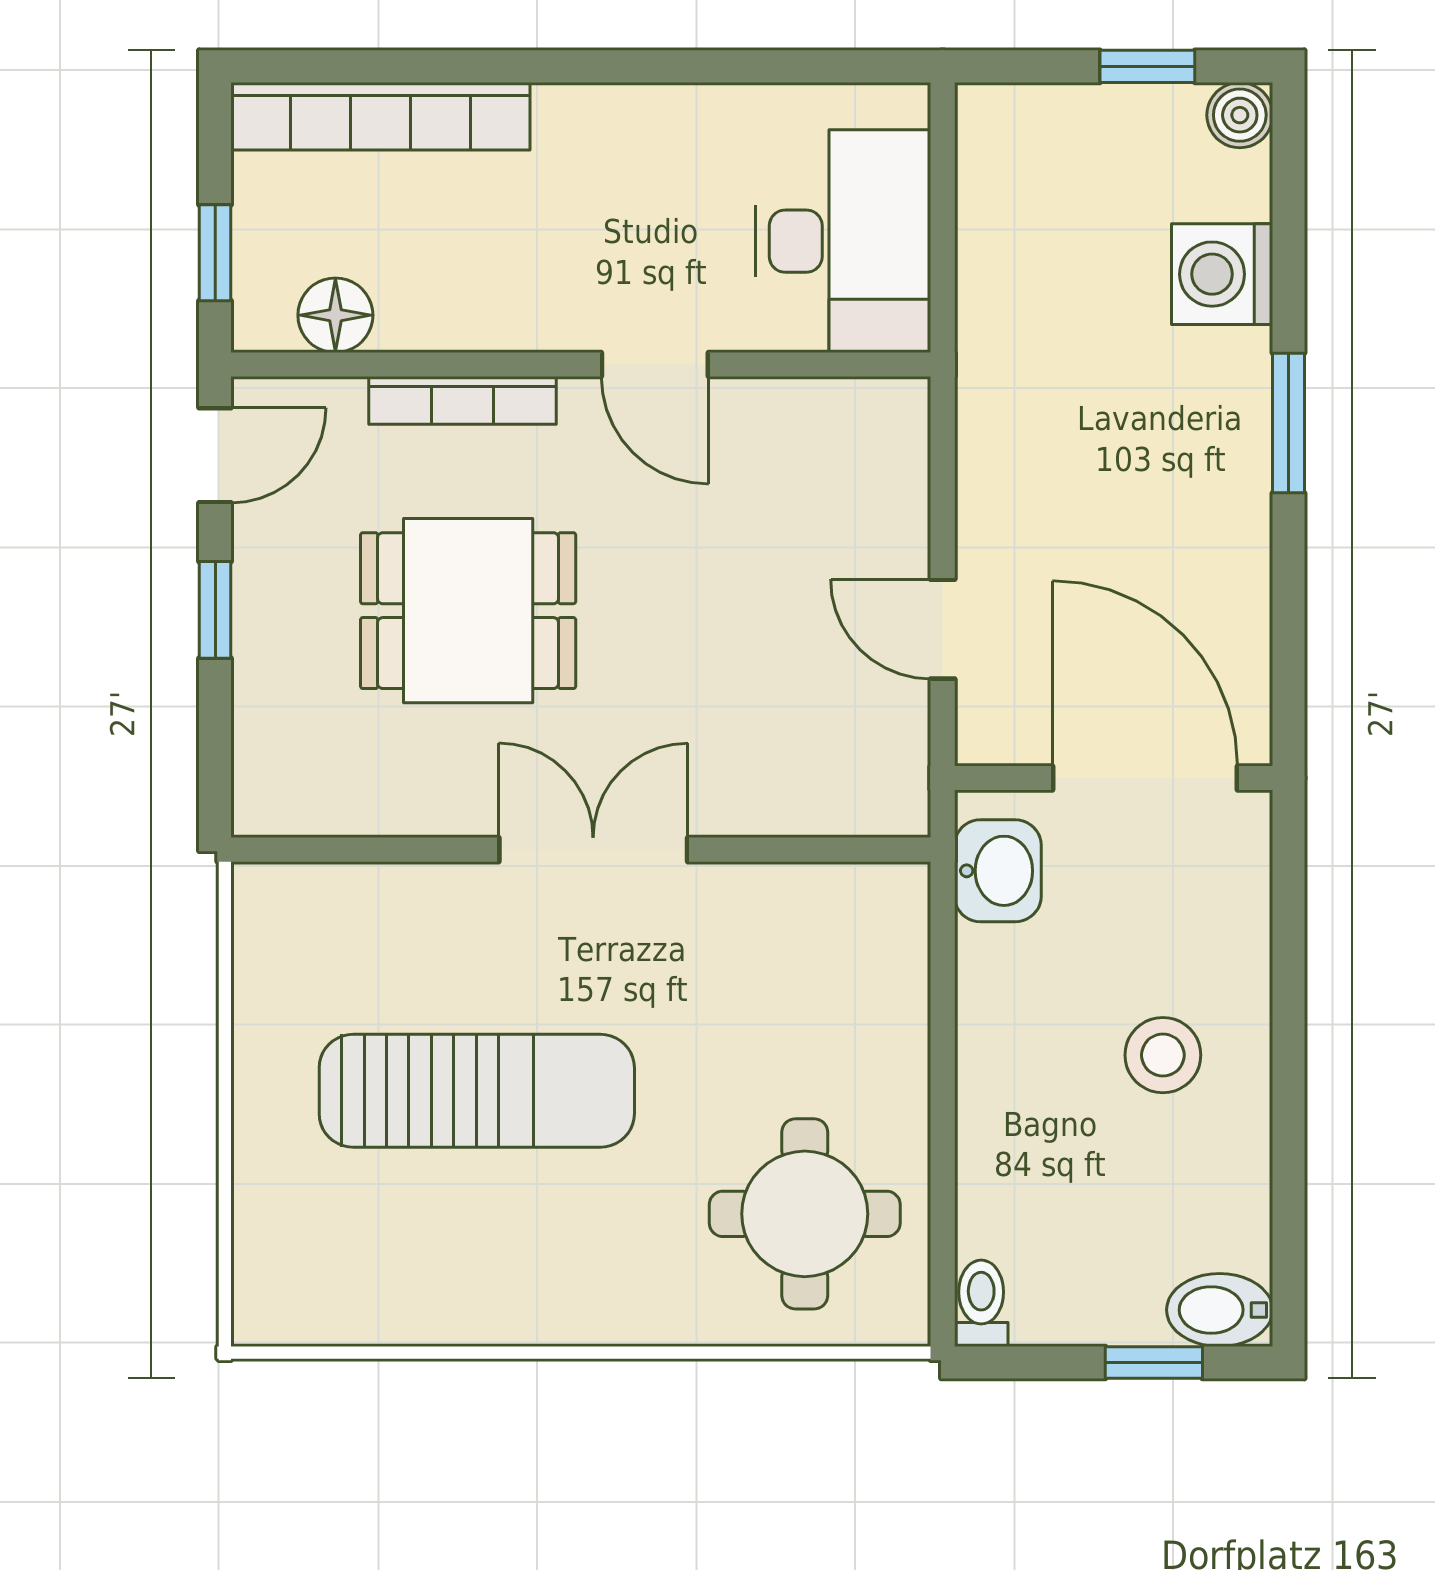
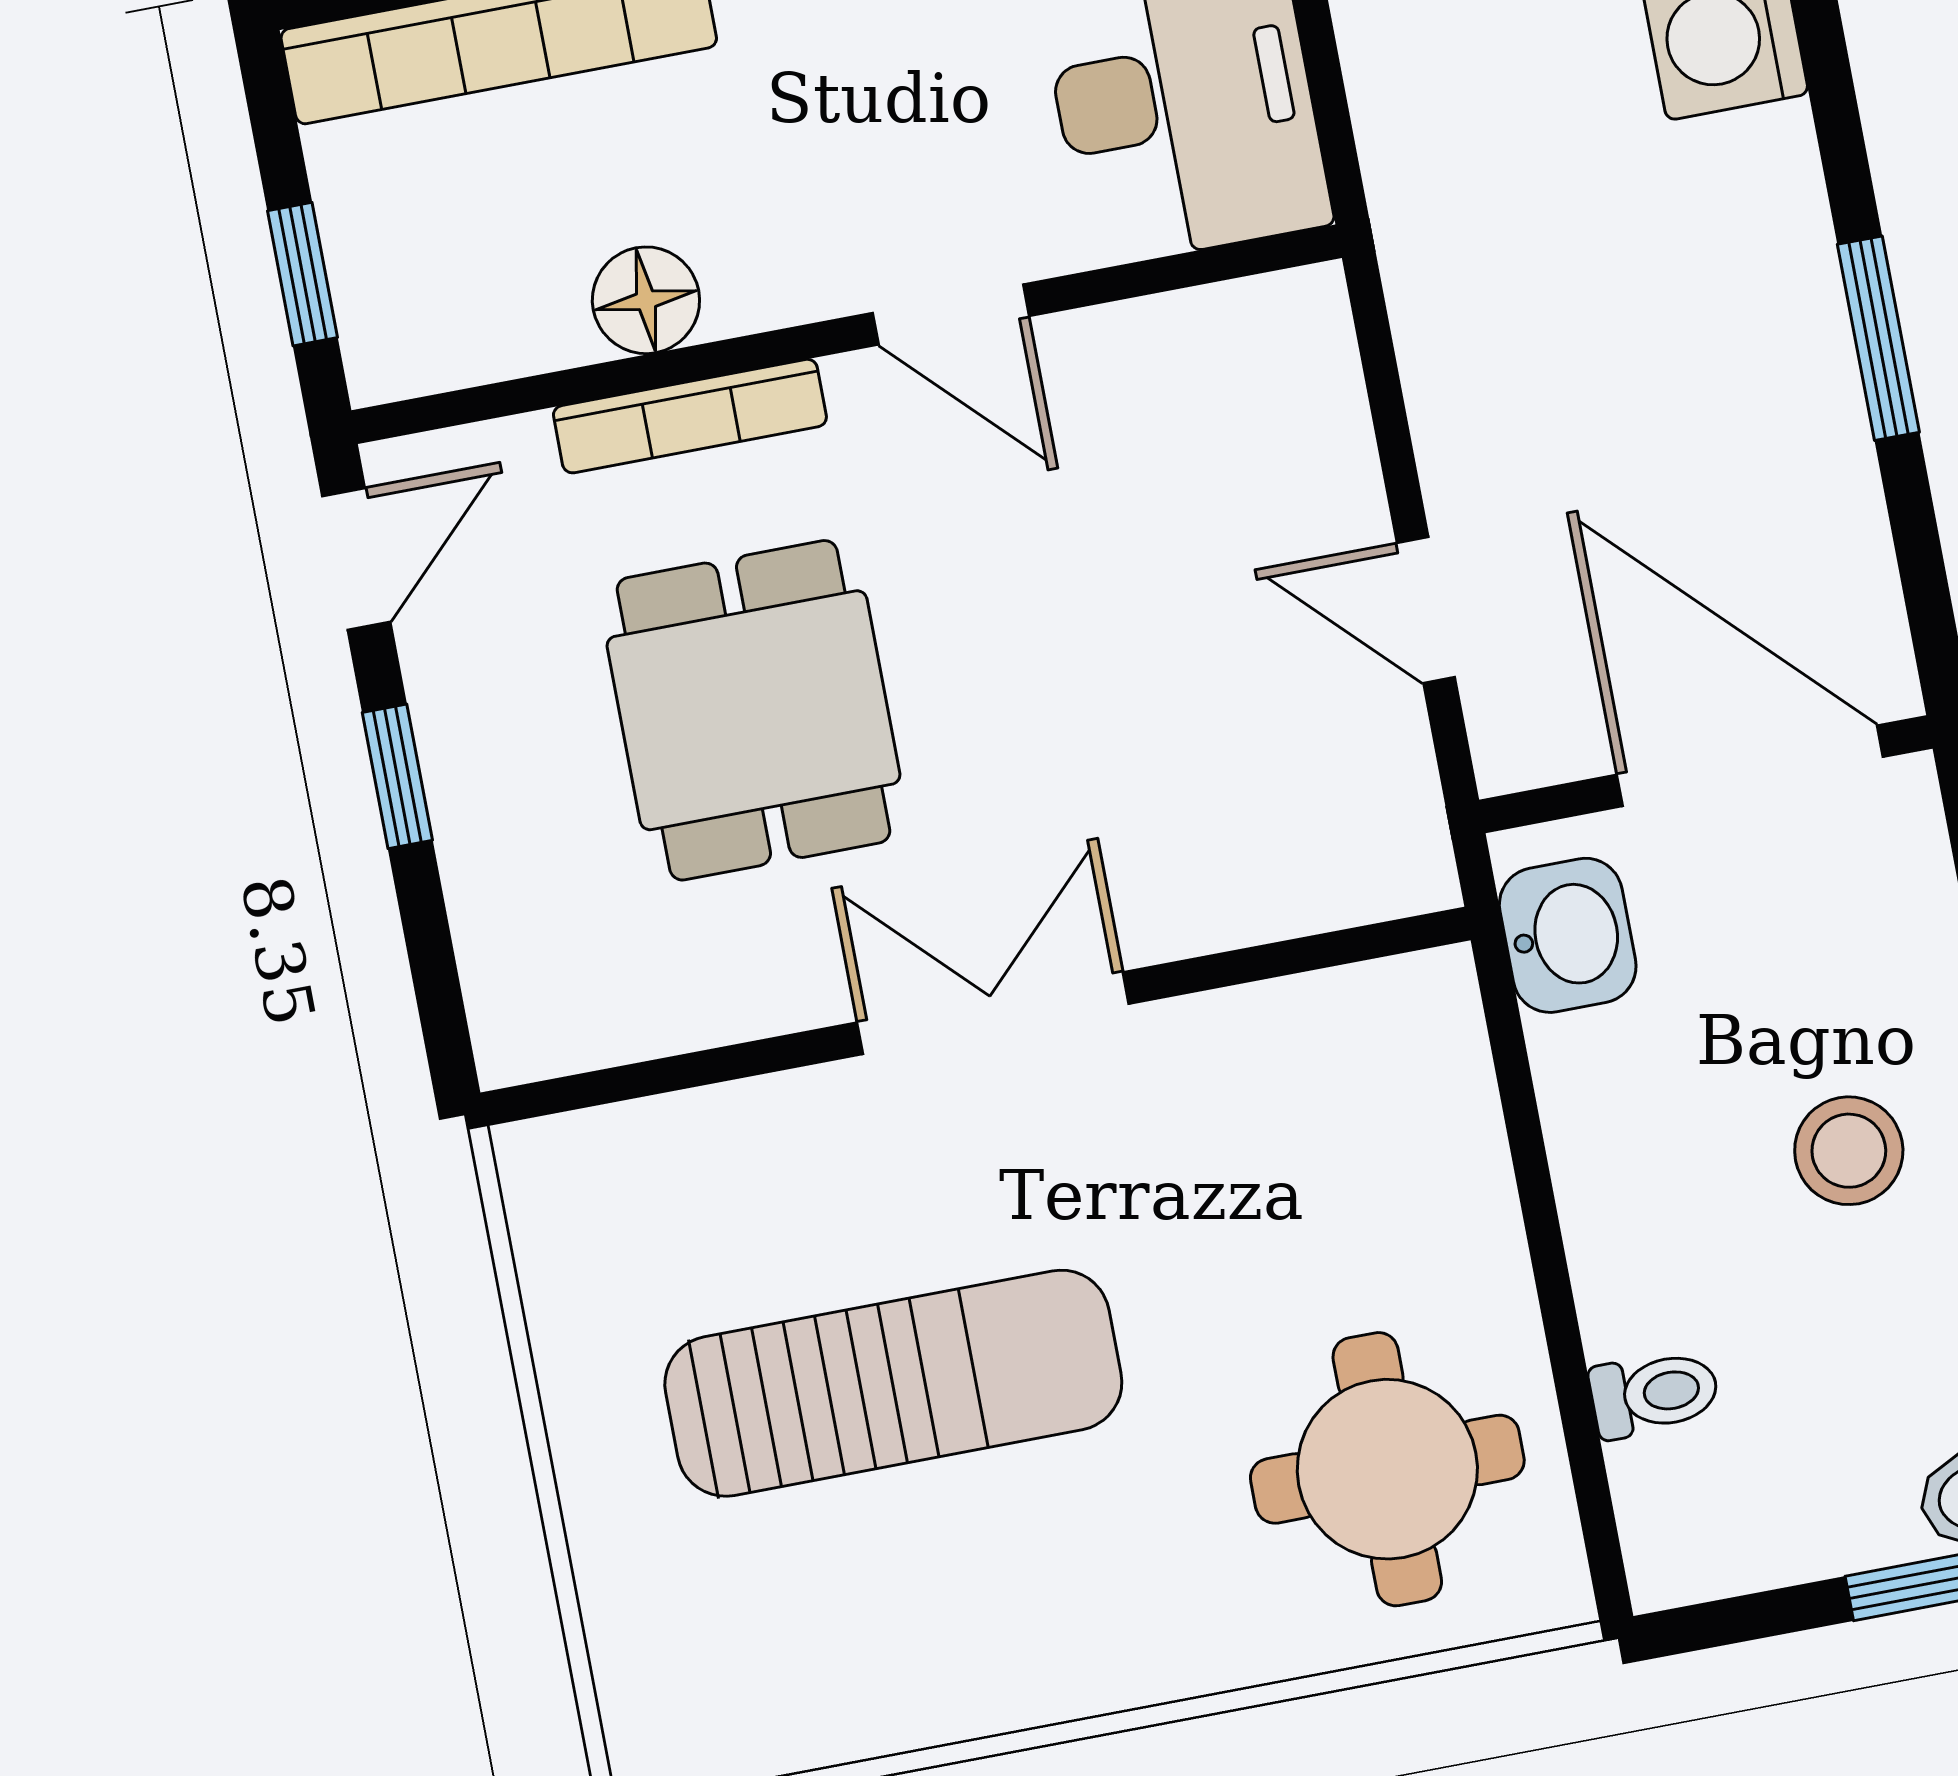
floor lamp: (335, 315) -> (646, 300), moved
window: (1289, 423) -> (1878, 338), moved
dining table: (468, 611) -> (753, 710), turned 90
toilet: (981, 1303) -> (1654, 1394), moved, turned 90

